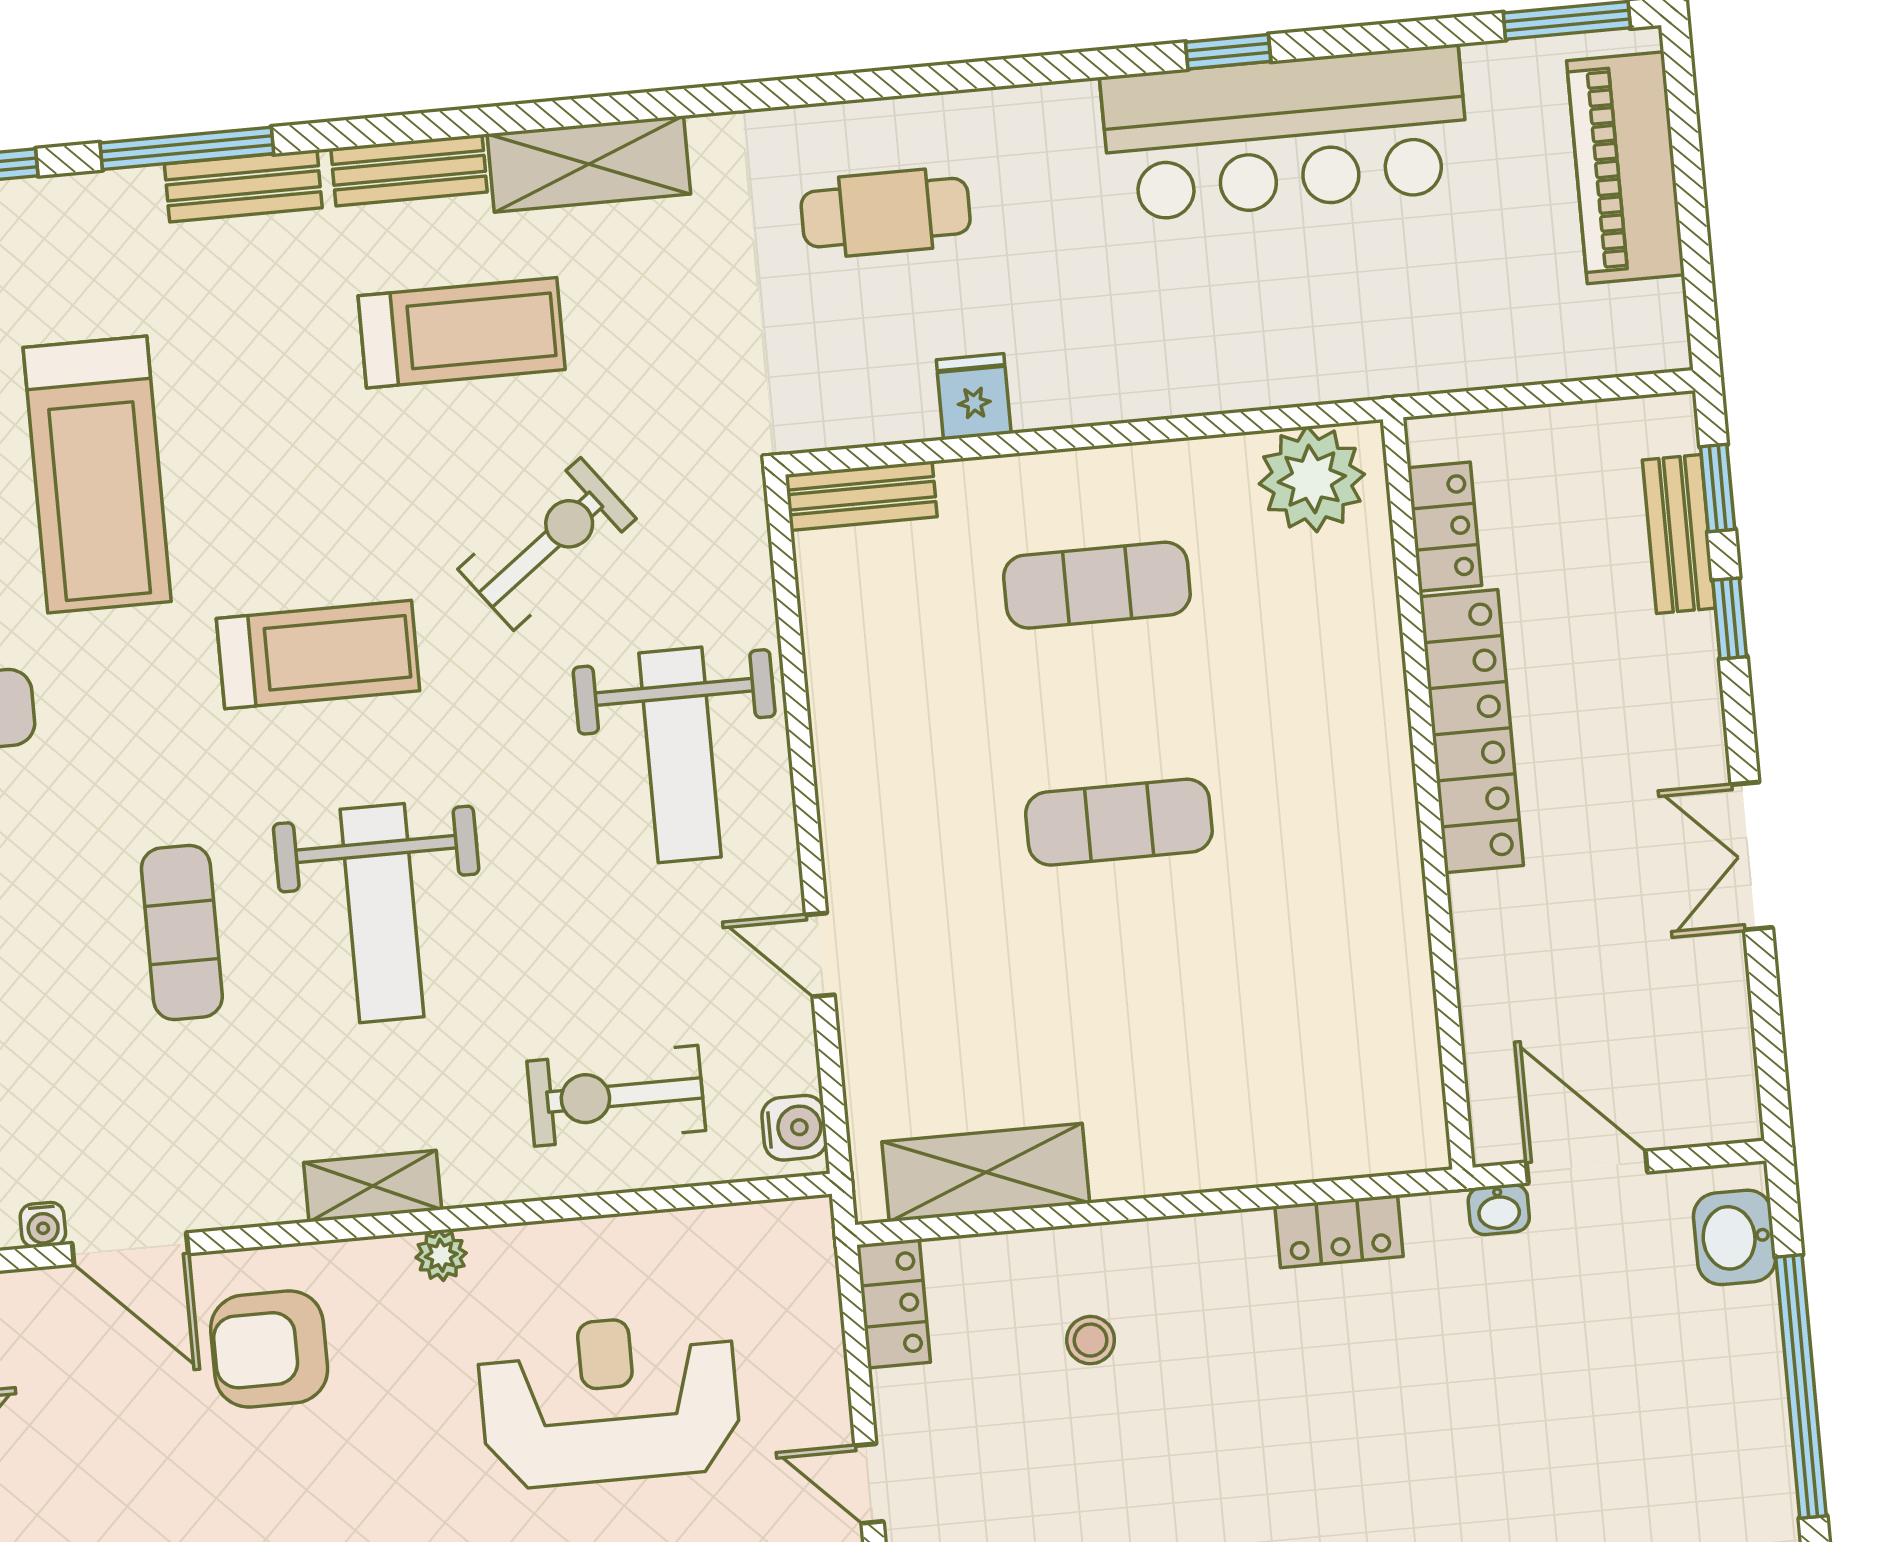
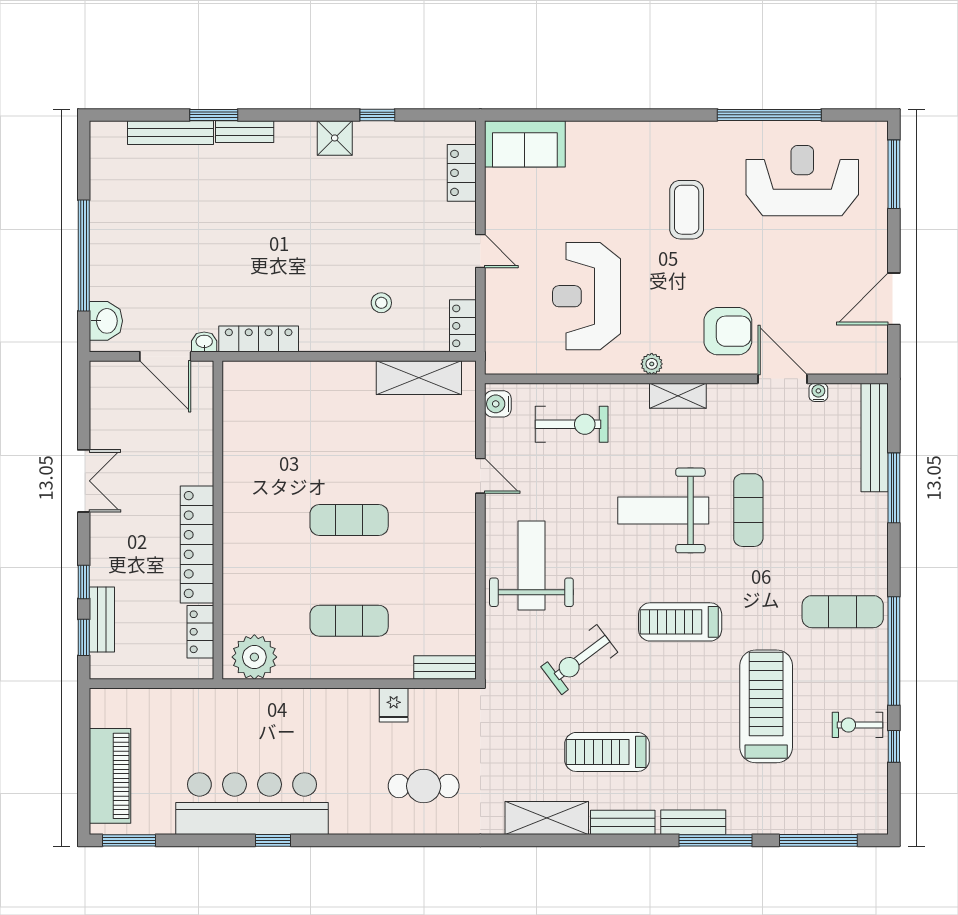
weight bench: (382, 913) -> (663, 510), turned -90
locker: (1339, 1231) -> (259, 339), width x1.53
reception desk: (609, 1400) -> (587, 296), turned 90

